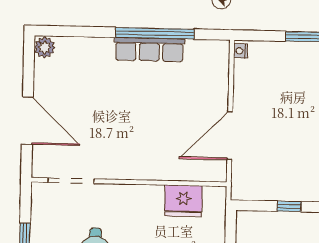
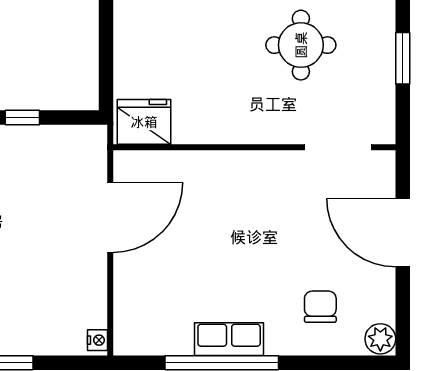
row of seats: (149, 49) -> (229, 339), width x0.68
chair: (86, 71) -> (320, 307), added
fridge: (183, 201) -> (144, 122), moved

